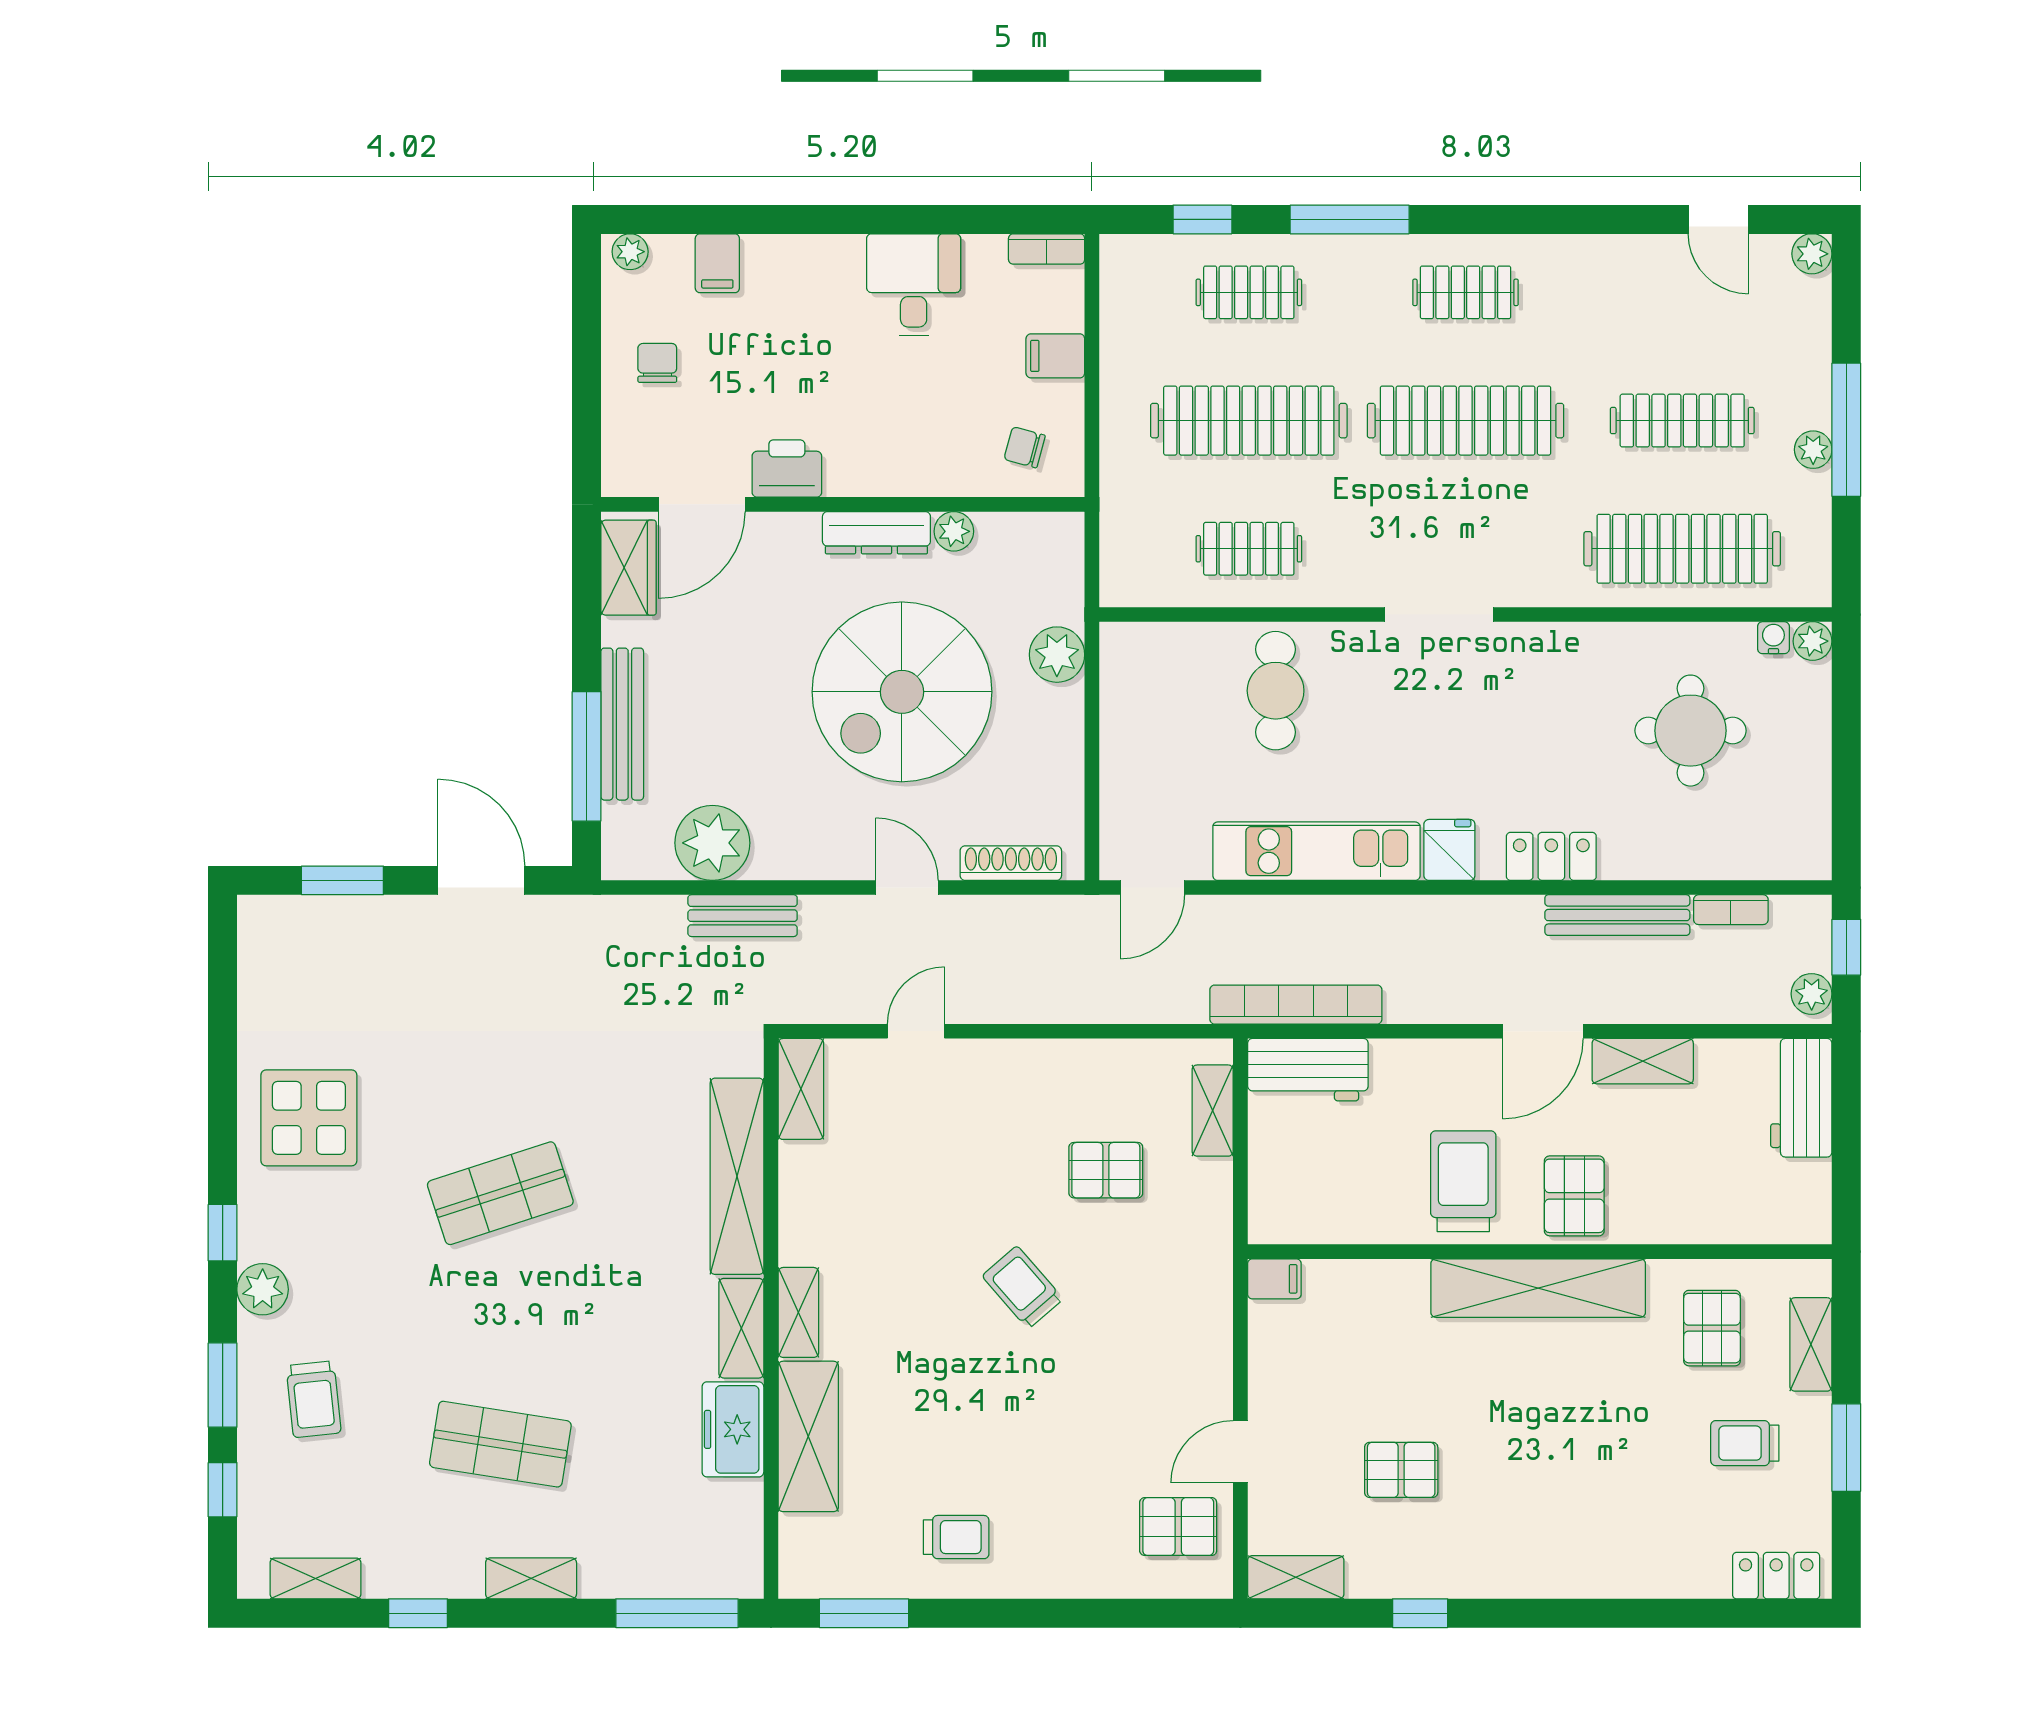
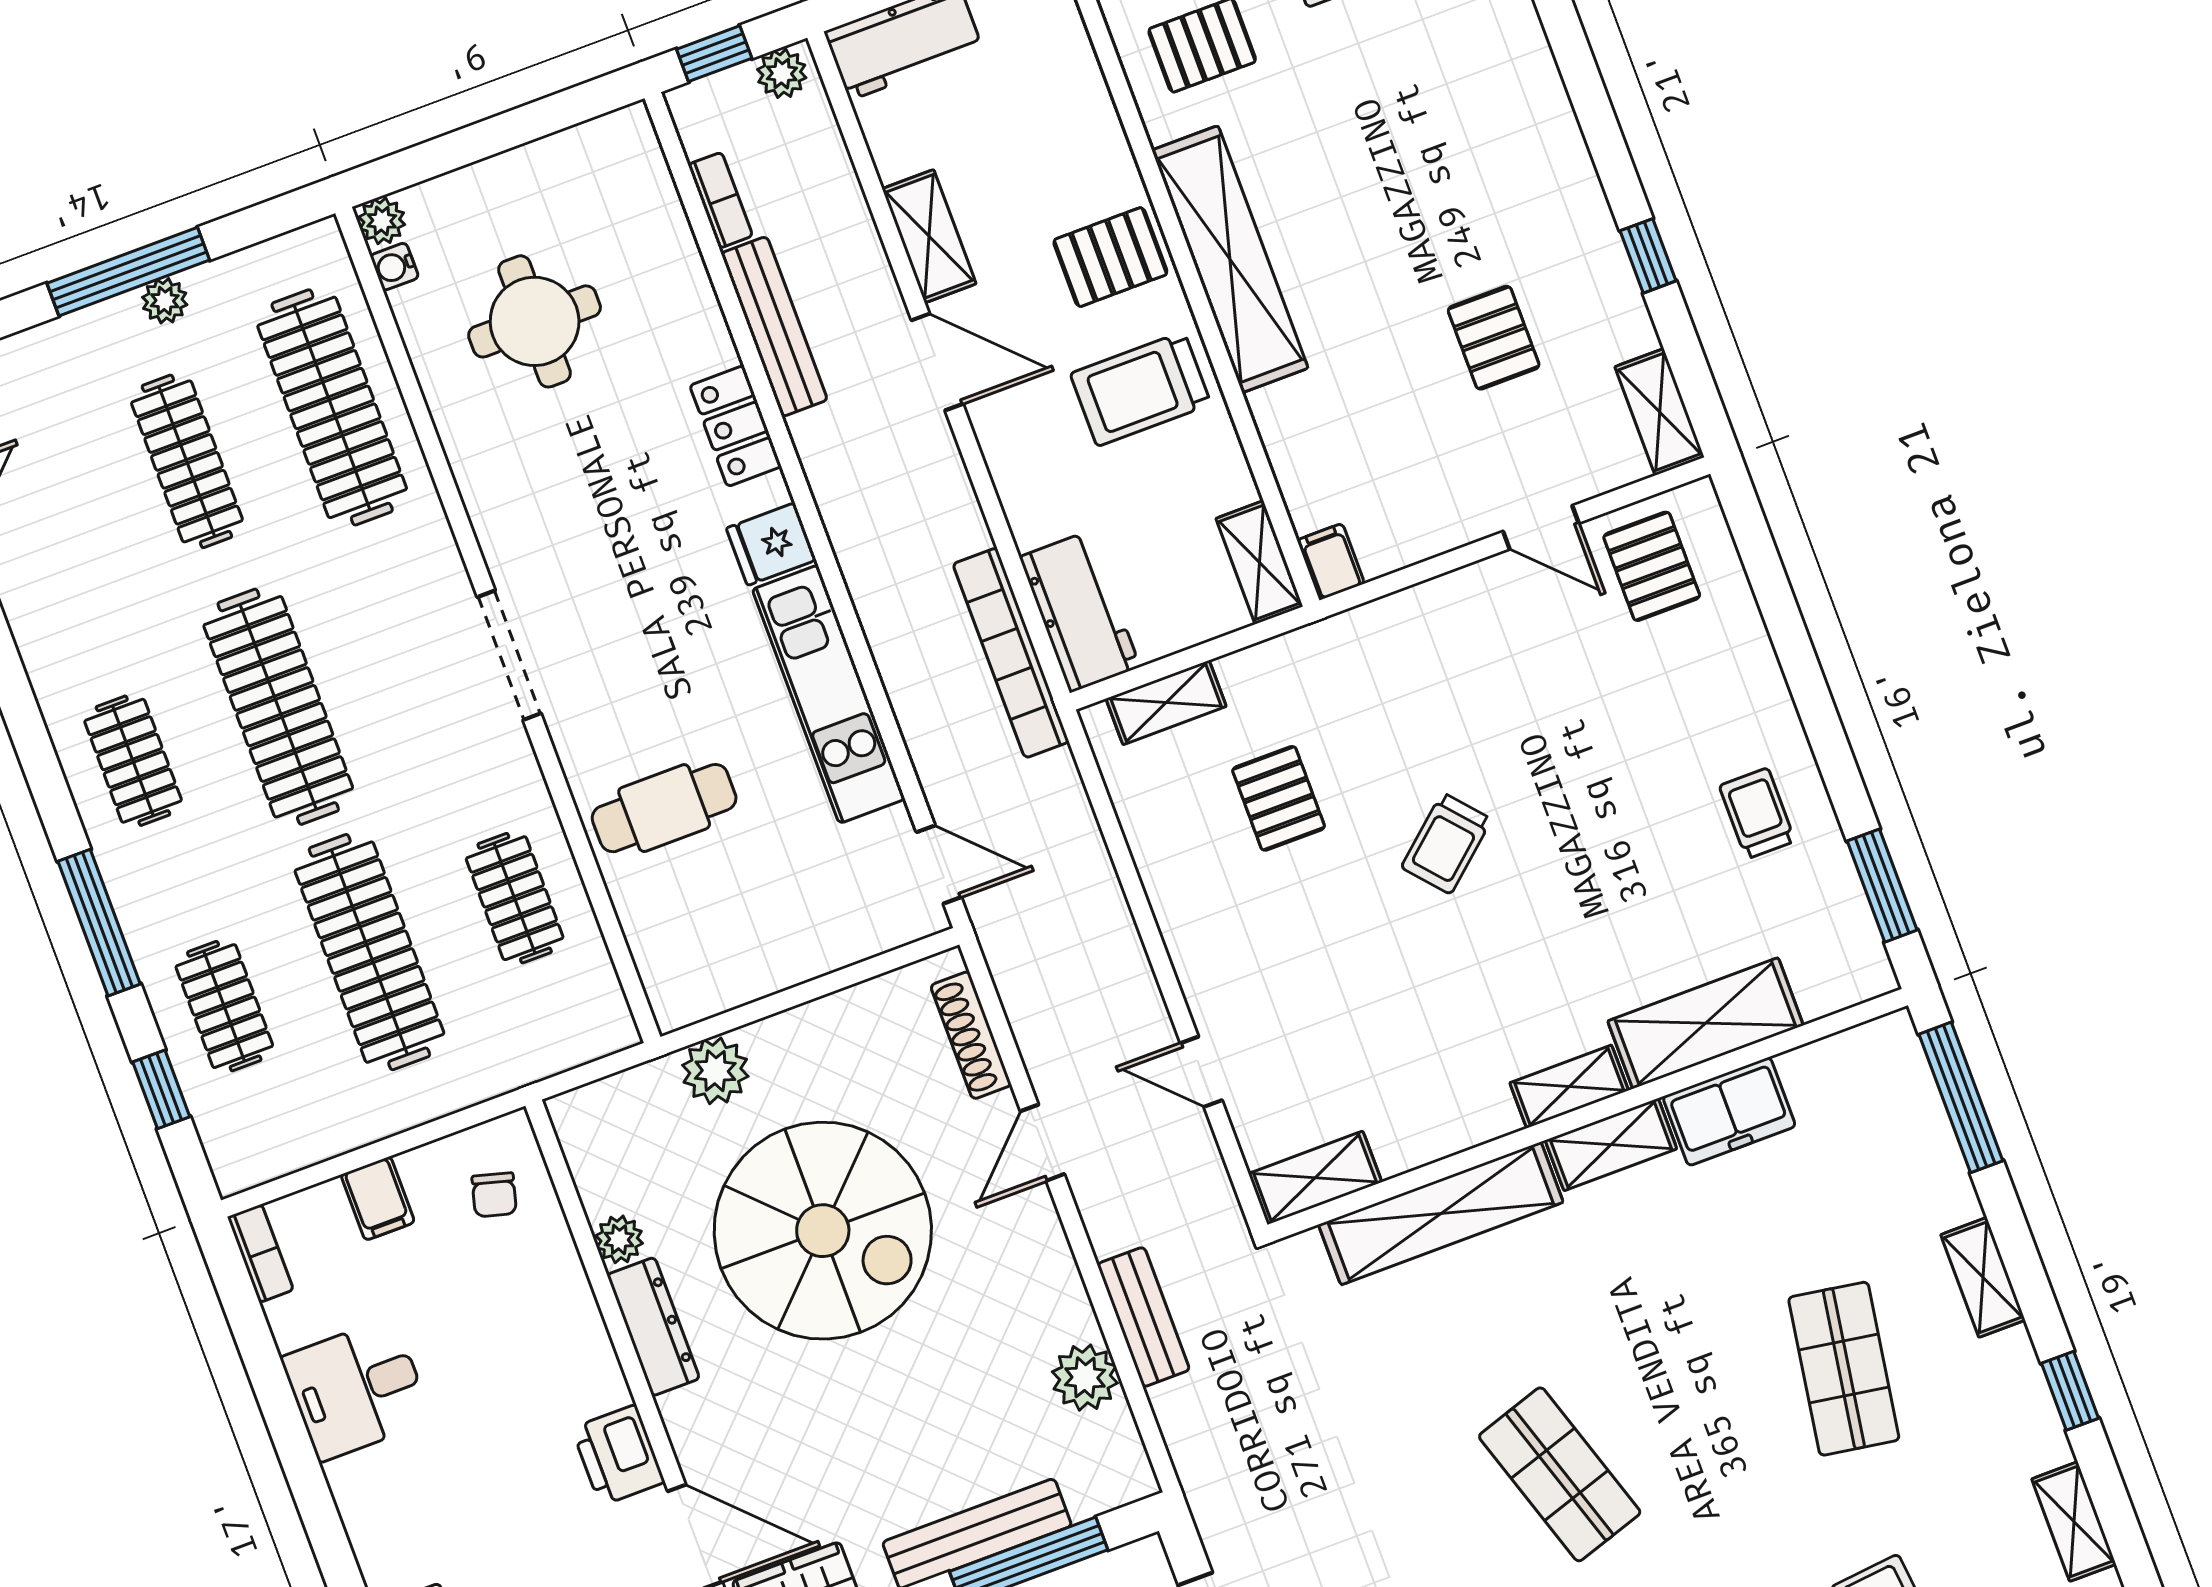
plant: (712, 843) -> (1085, 1378), width x0.73, depth x0.73
shelving: (1294, 1223) -> (1259, 562), added

